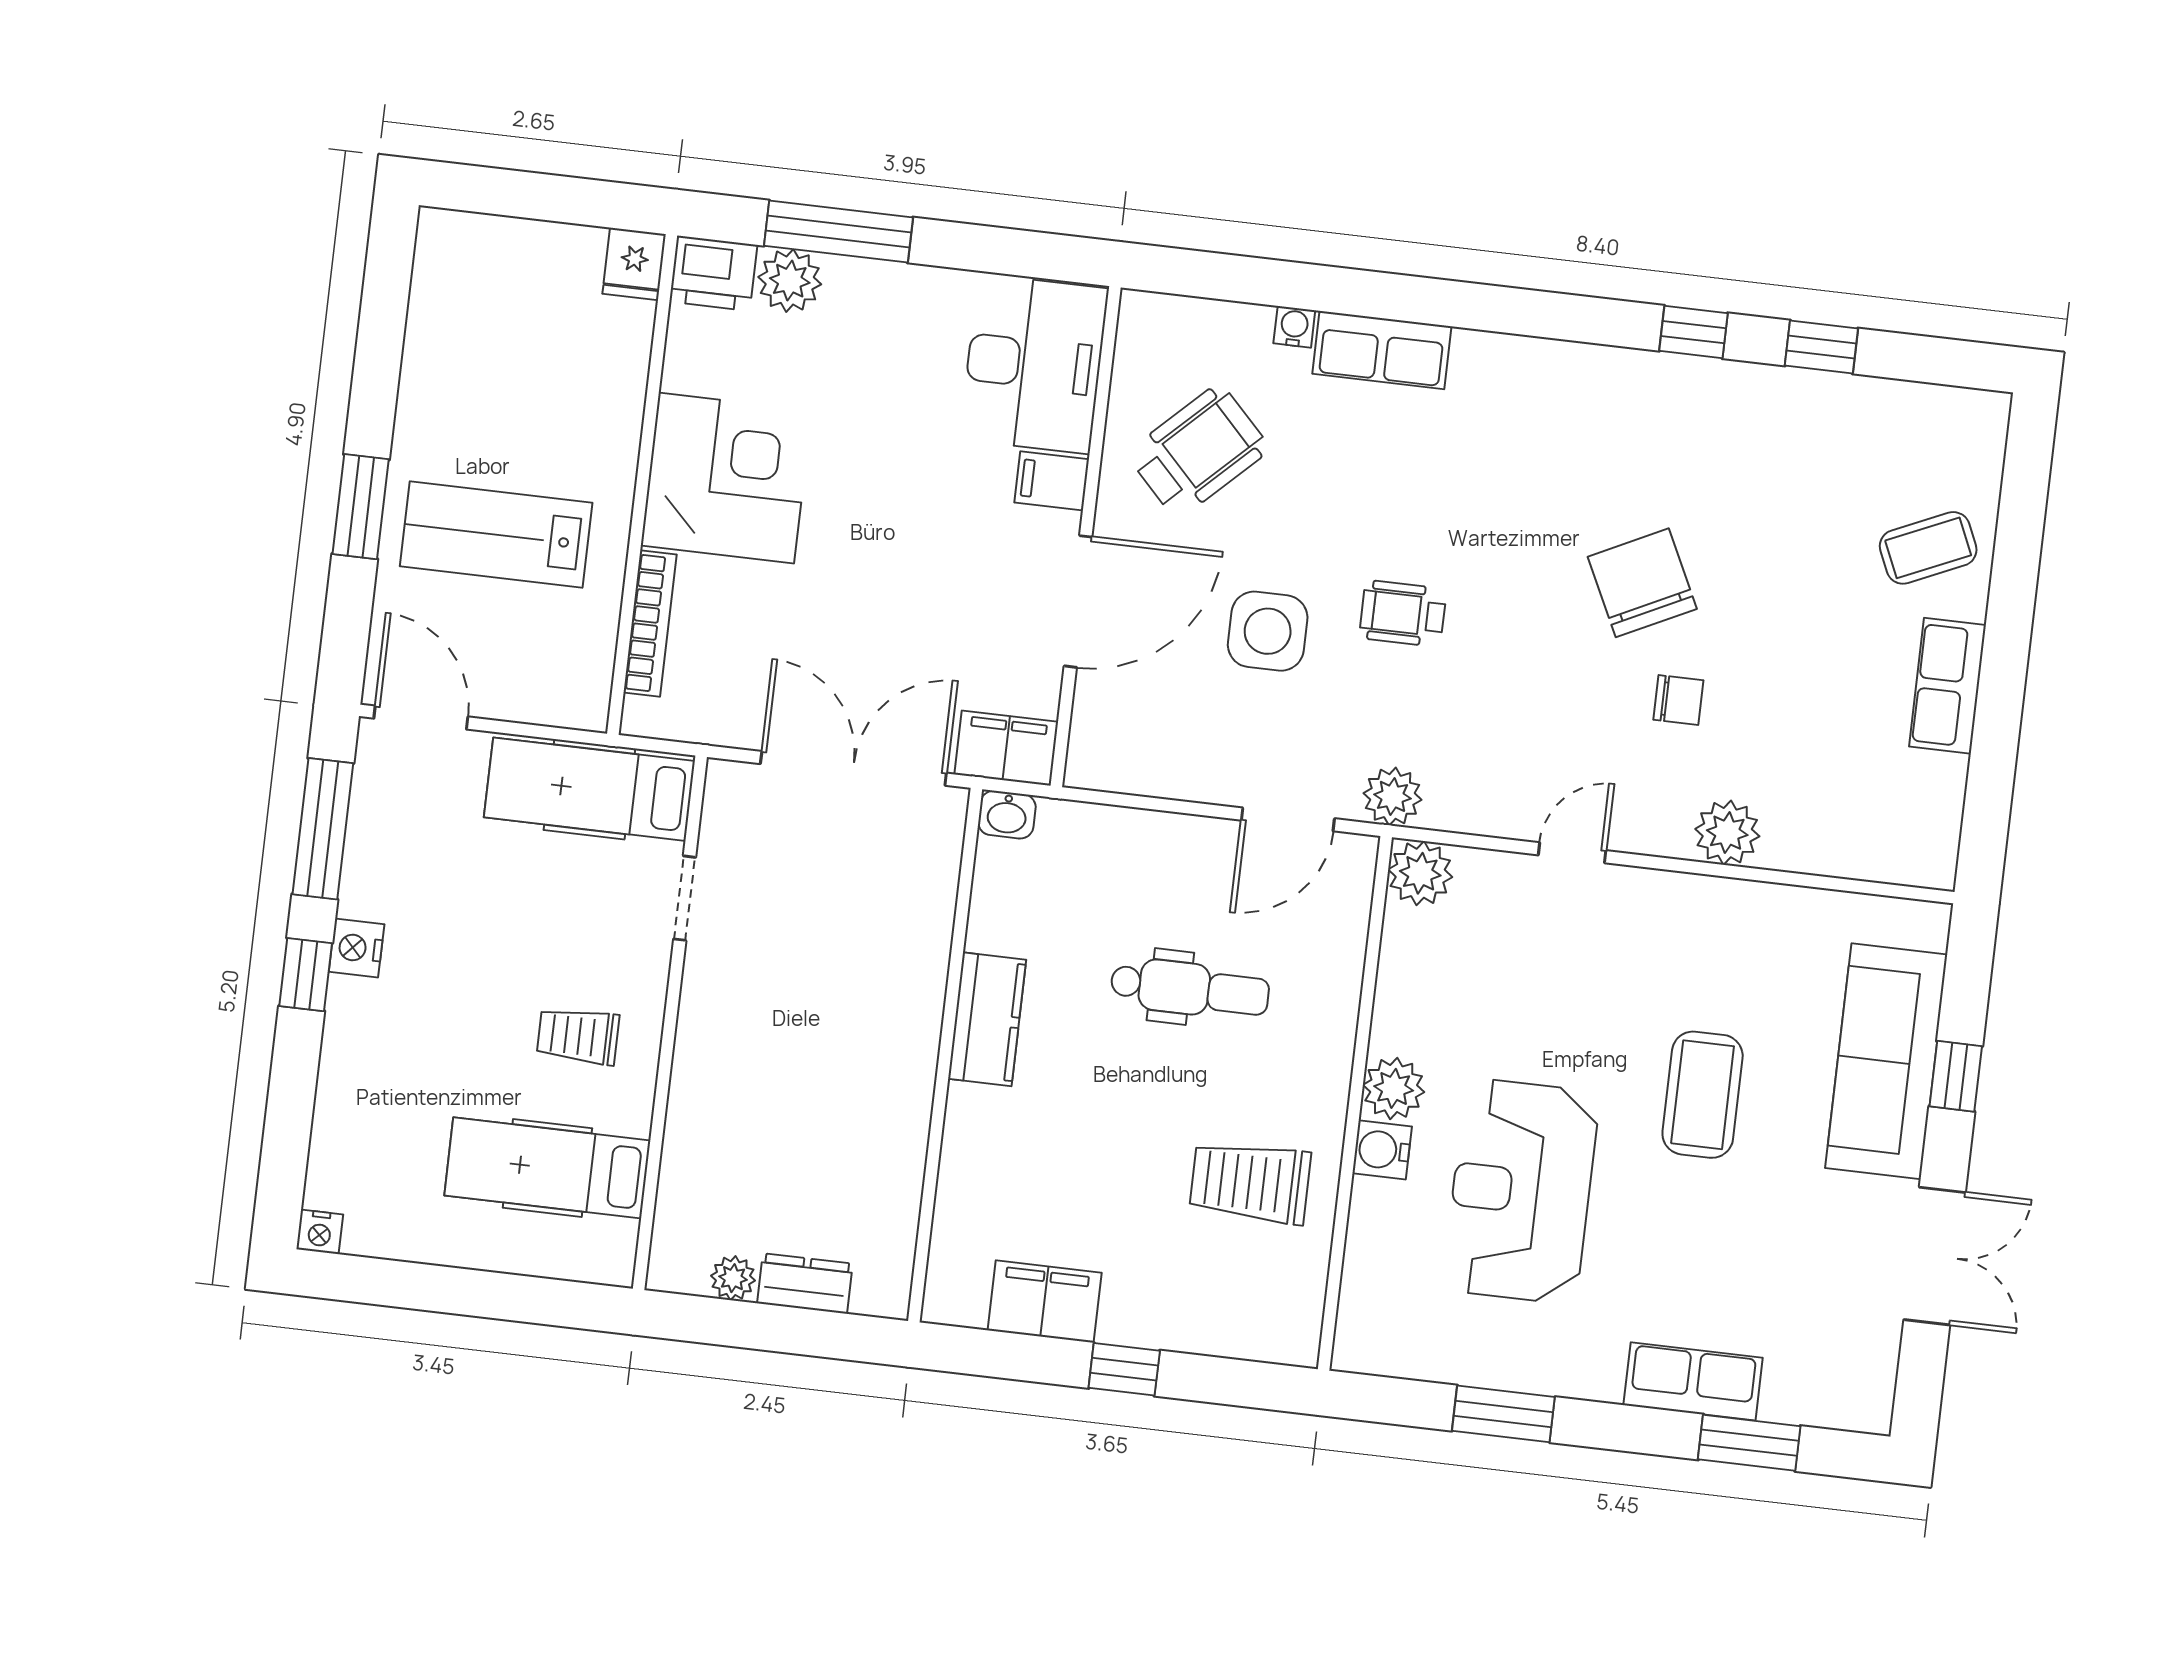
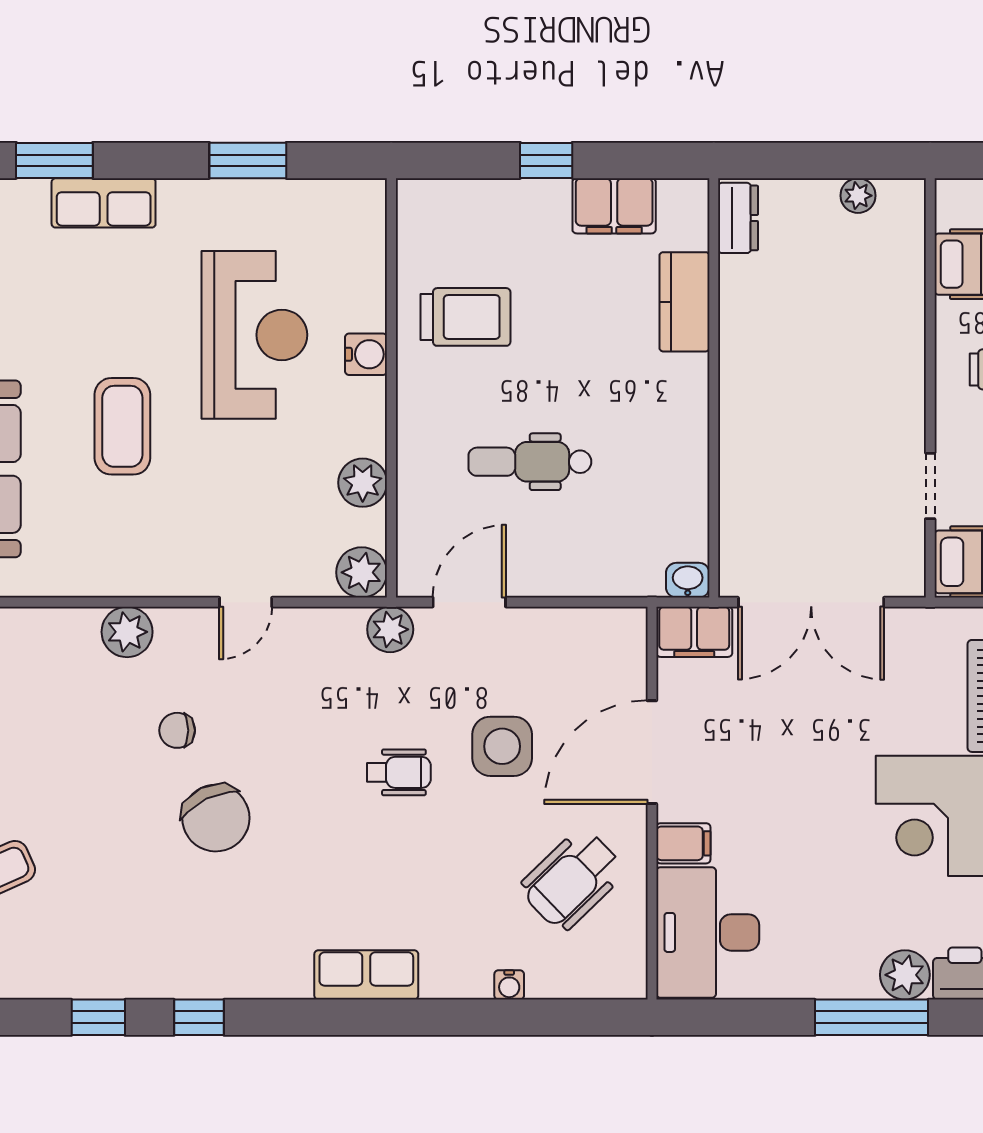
row of seats: (1382, 350) -> (366, 975), moved
kitchen counter: (987, 1019) -> (684, 302), moved
plant: (1394, 1088) -> (363, 483), moved
dresser: (805, 1283) -> (738, 218), moved, turned -90

